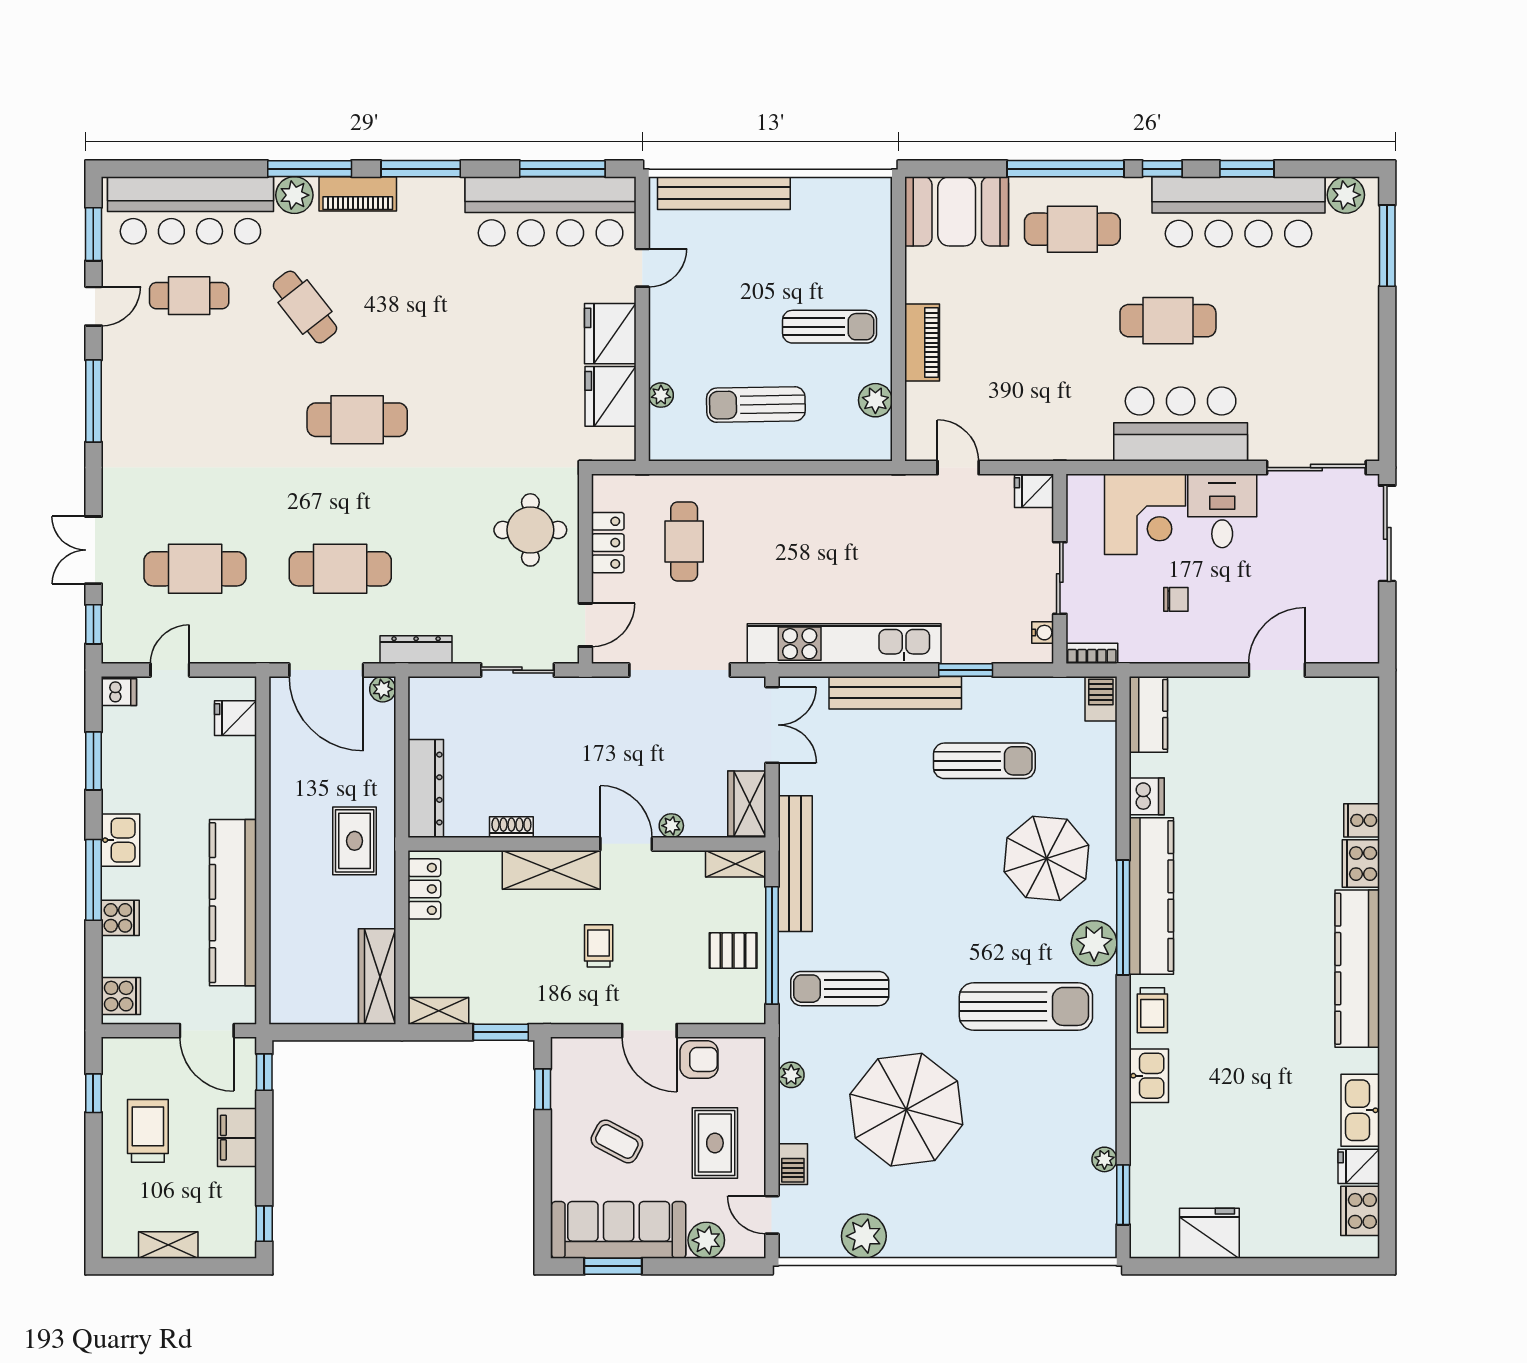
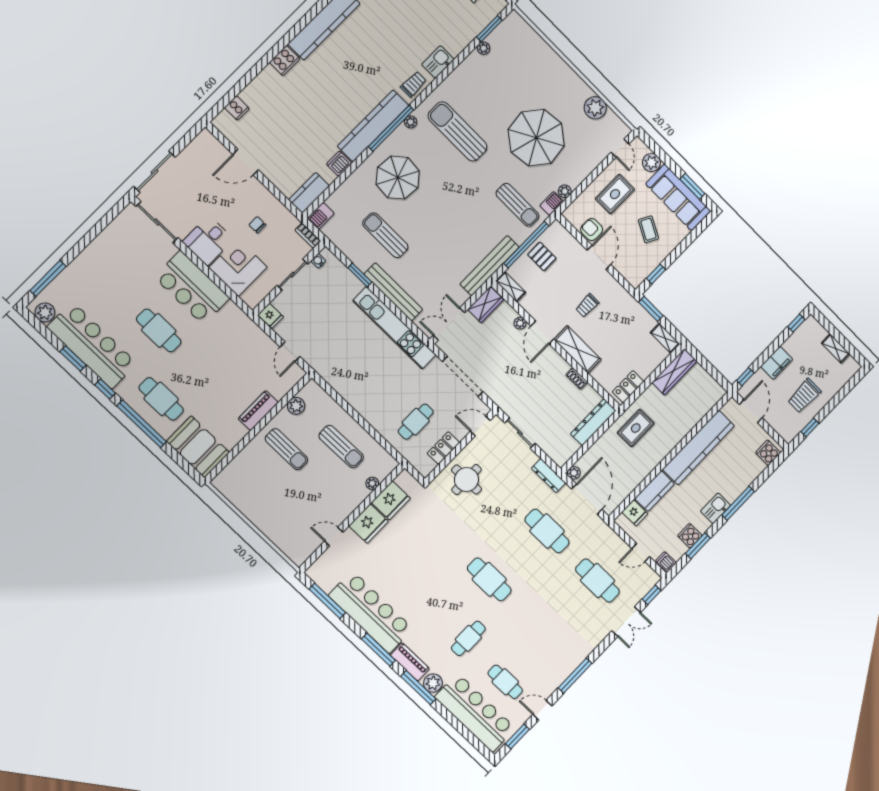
bench: (724, 193) -> (277, 536), removed
bar counter: (551, 211) -> (371, 612), moved
cafe table: (305, 307) -> (468, 638), turned 38
sun lounger: (830, 327) -> (286, 449), turned 180
kitchen counter: (237, 778) -> (655, 491), added
cooker: (1362, 820) -> (237, 108), moved
cooker: (120, 918) -> (690, 536), moved
plant: (1094, 943) -> (411, 122), width x0.53, depth x0.53
barbecue: (793, 1164) -> (552, 203), moved

